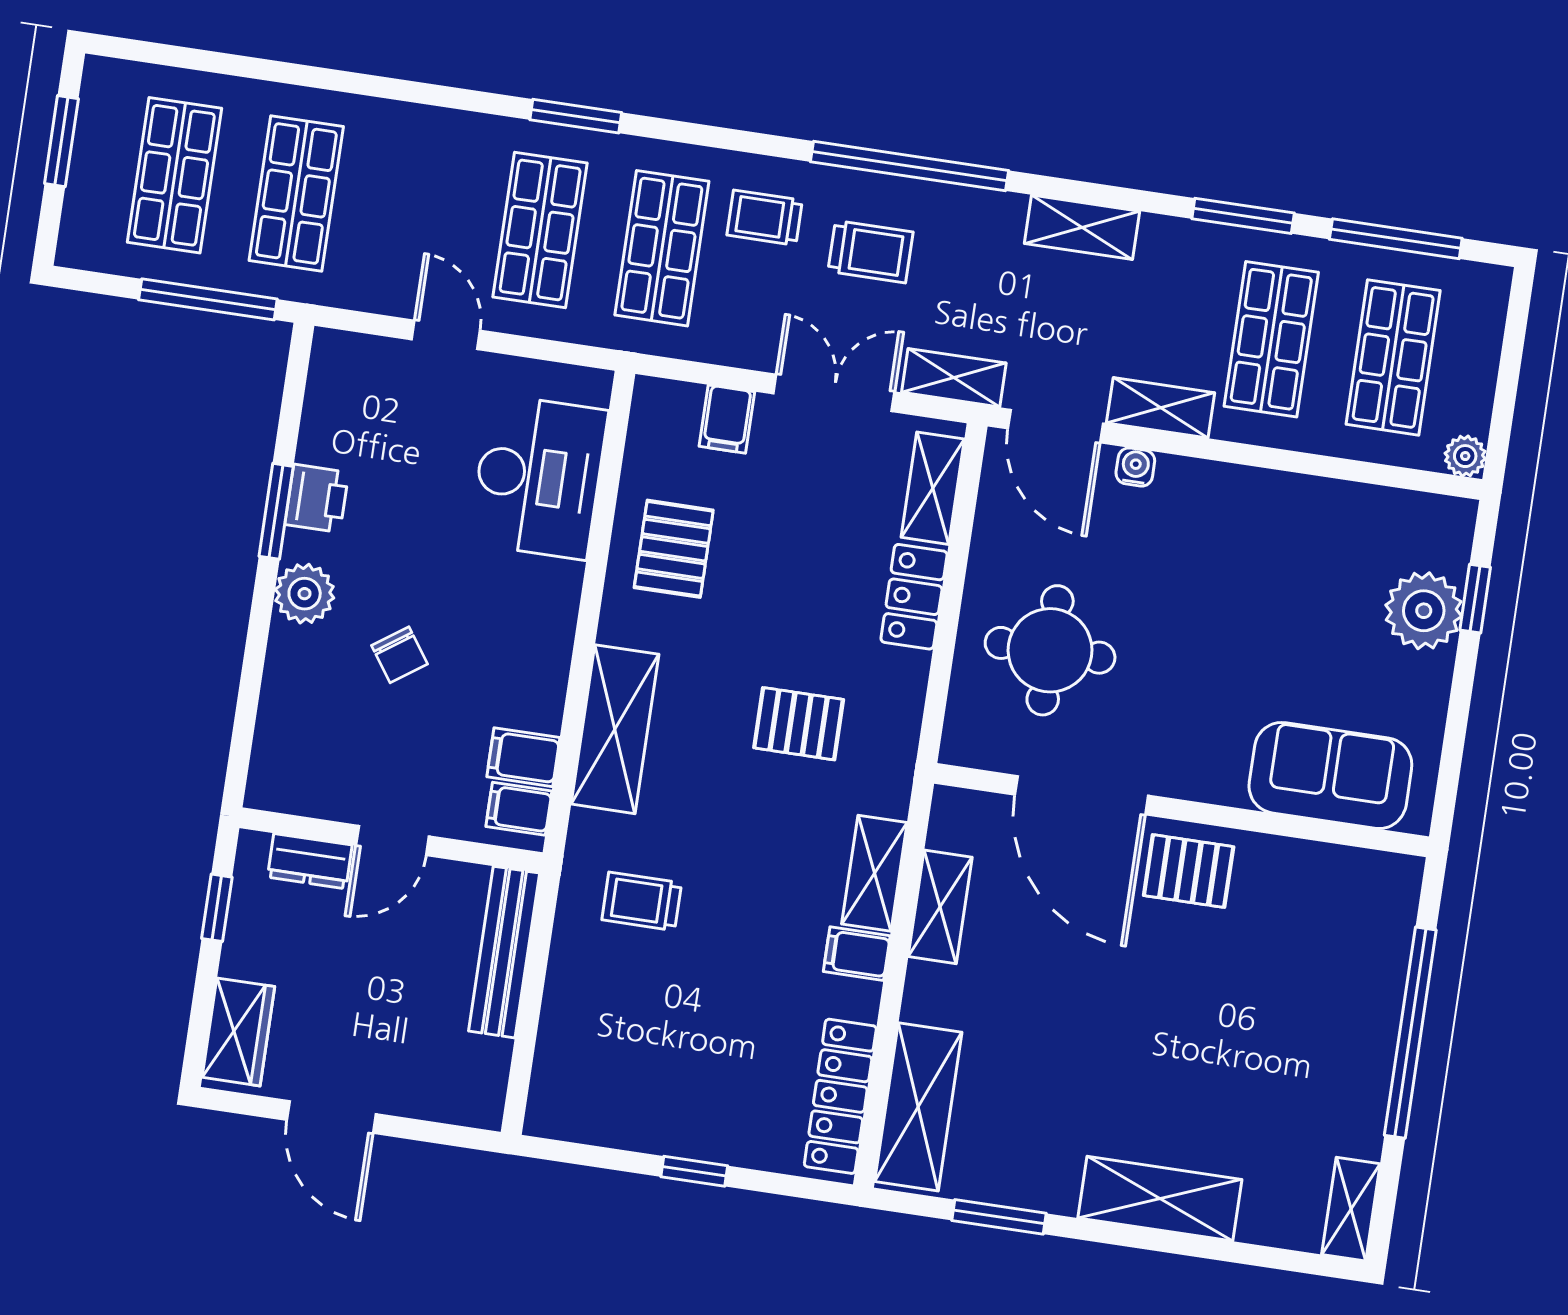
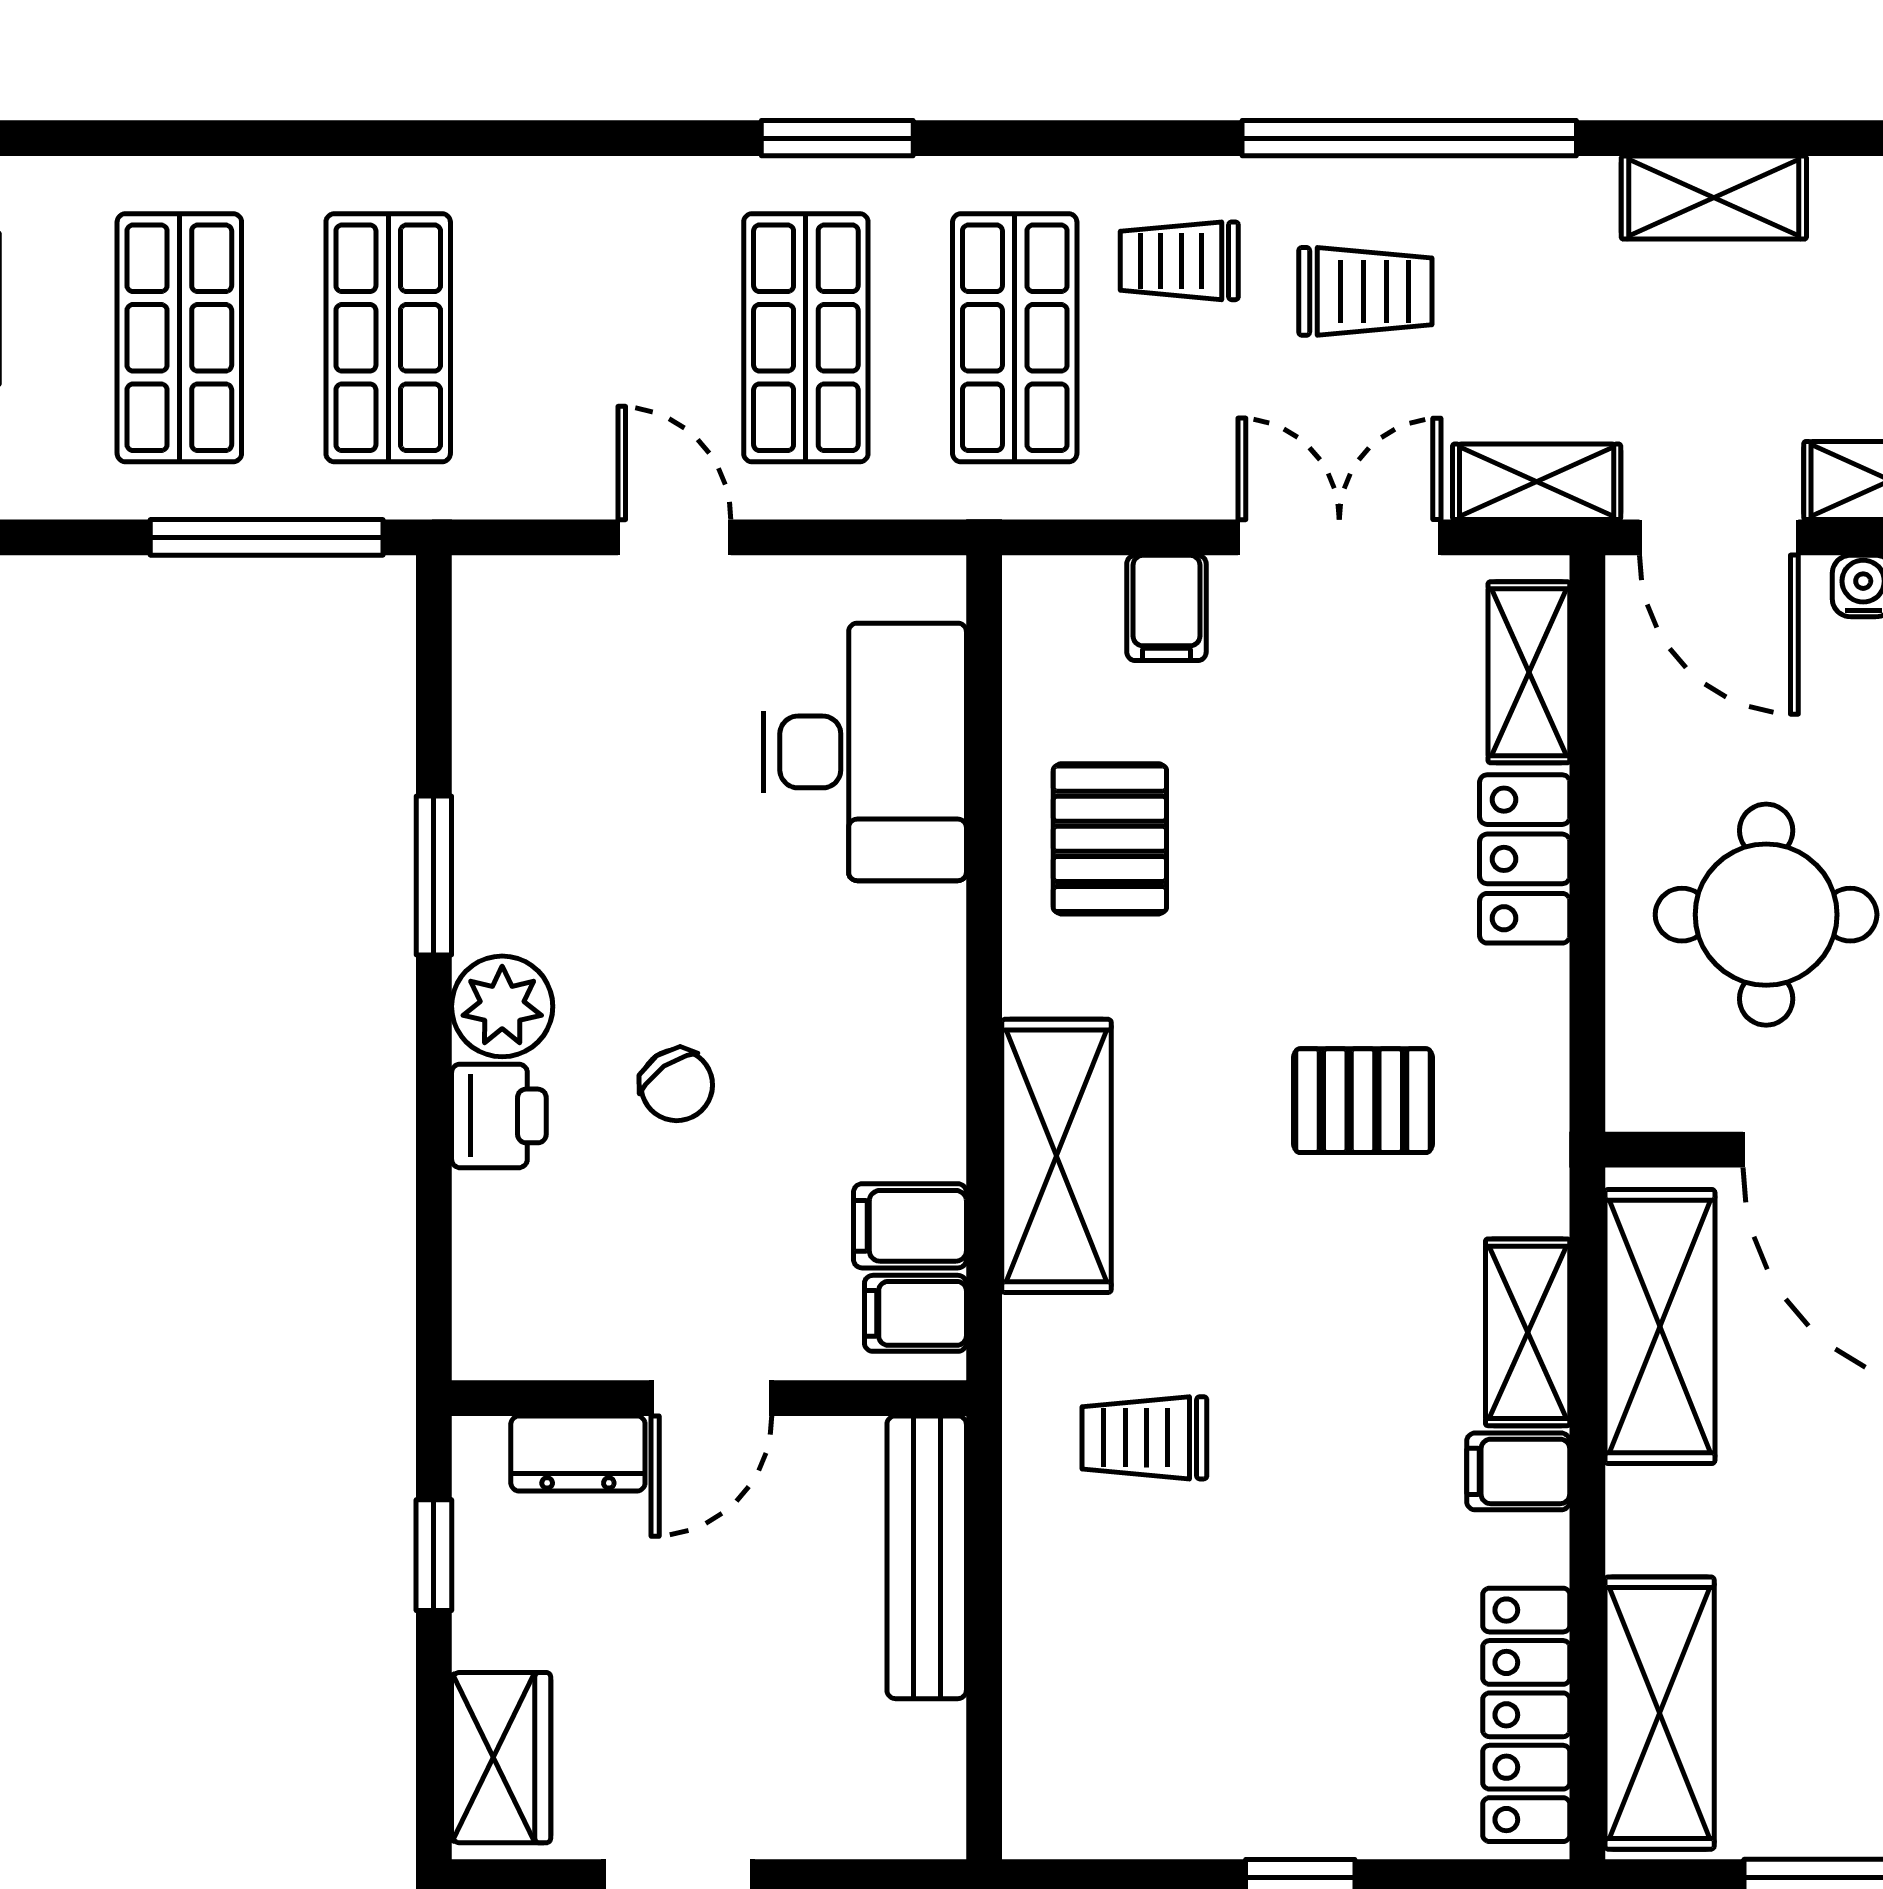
printer: (317, 498) -> (499, 1116), moved
shelving: (940, 907) -> (1660, 1326), width x1.50, depth x1.33

